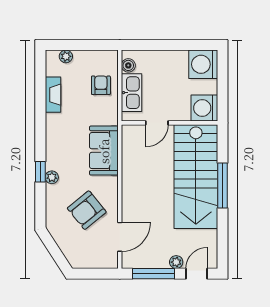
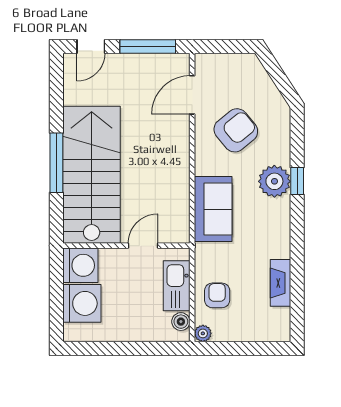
plant: (66, 56) -> (203, 333), moved
washing machine: (203, 64) -> (82, 303), moved
armchair: (101, 85) -> (217, 295), turned 180
plant: (52, 177) -> (274, 181), width x1.87, depth x1.87
plant: (176, 262) -> (118, 62), removed

